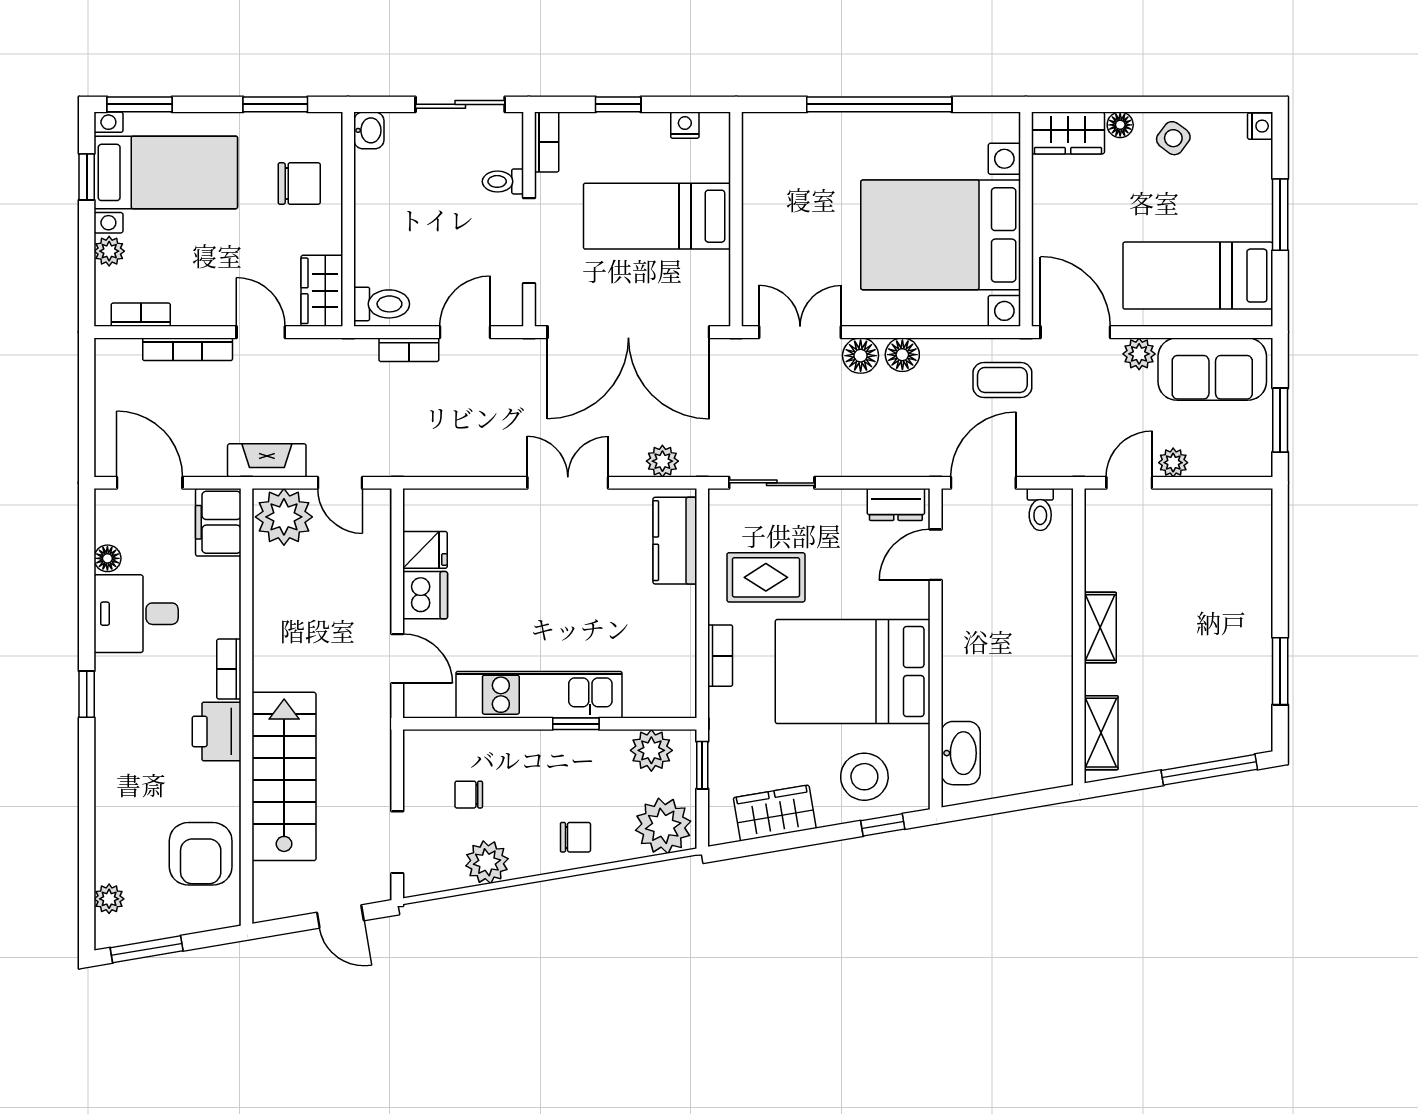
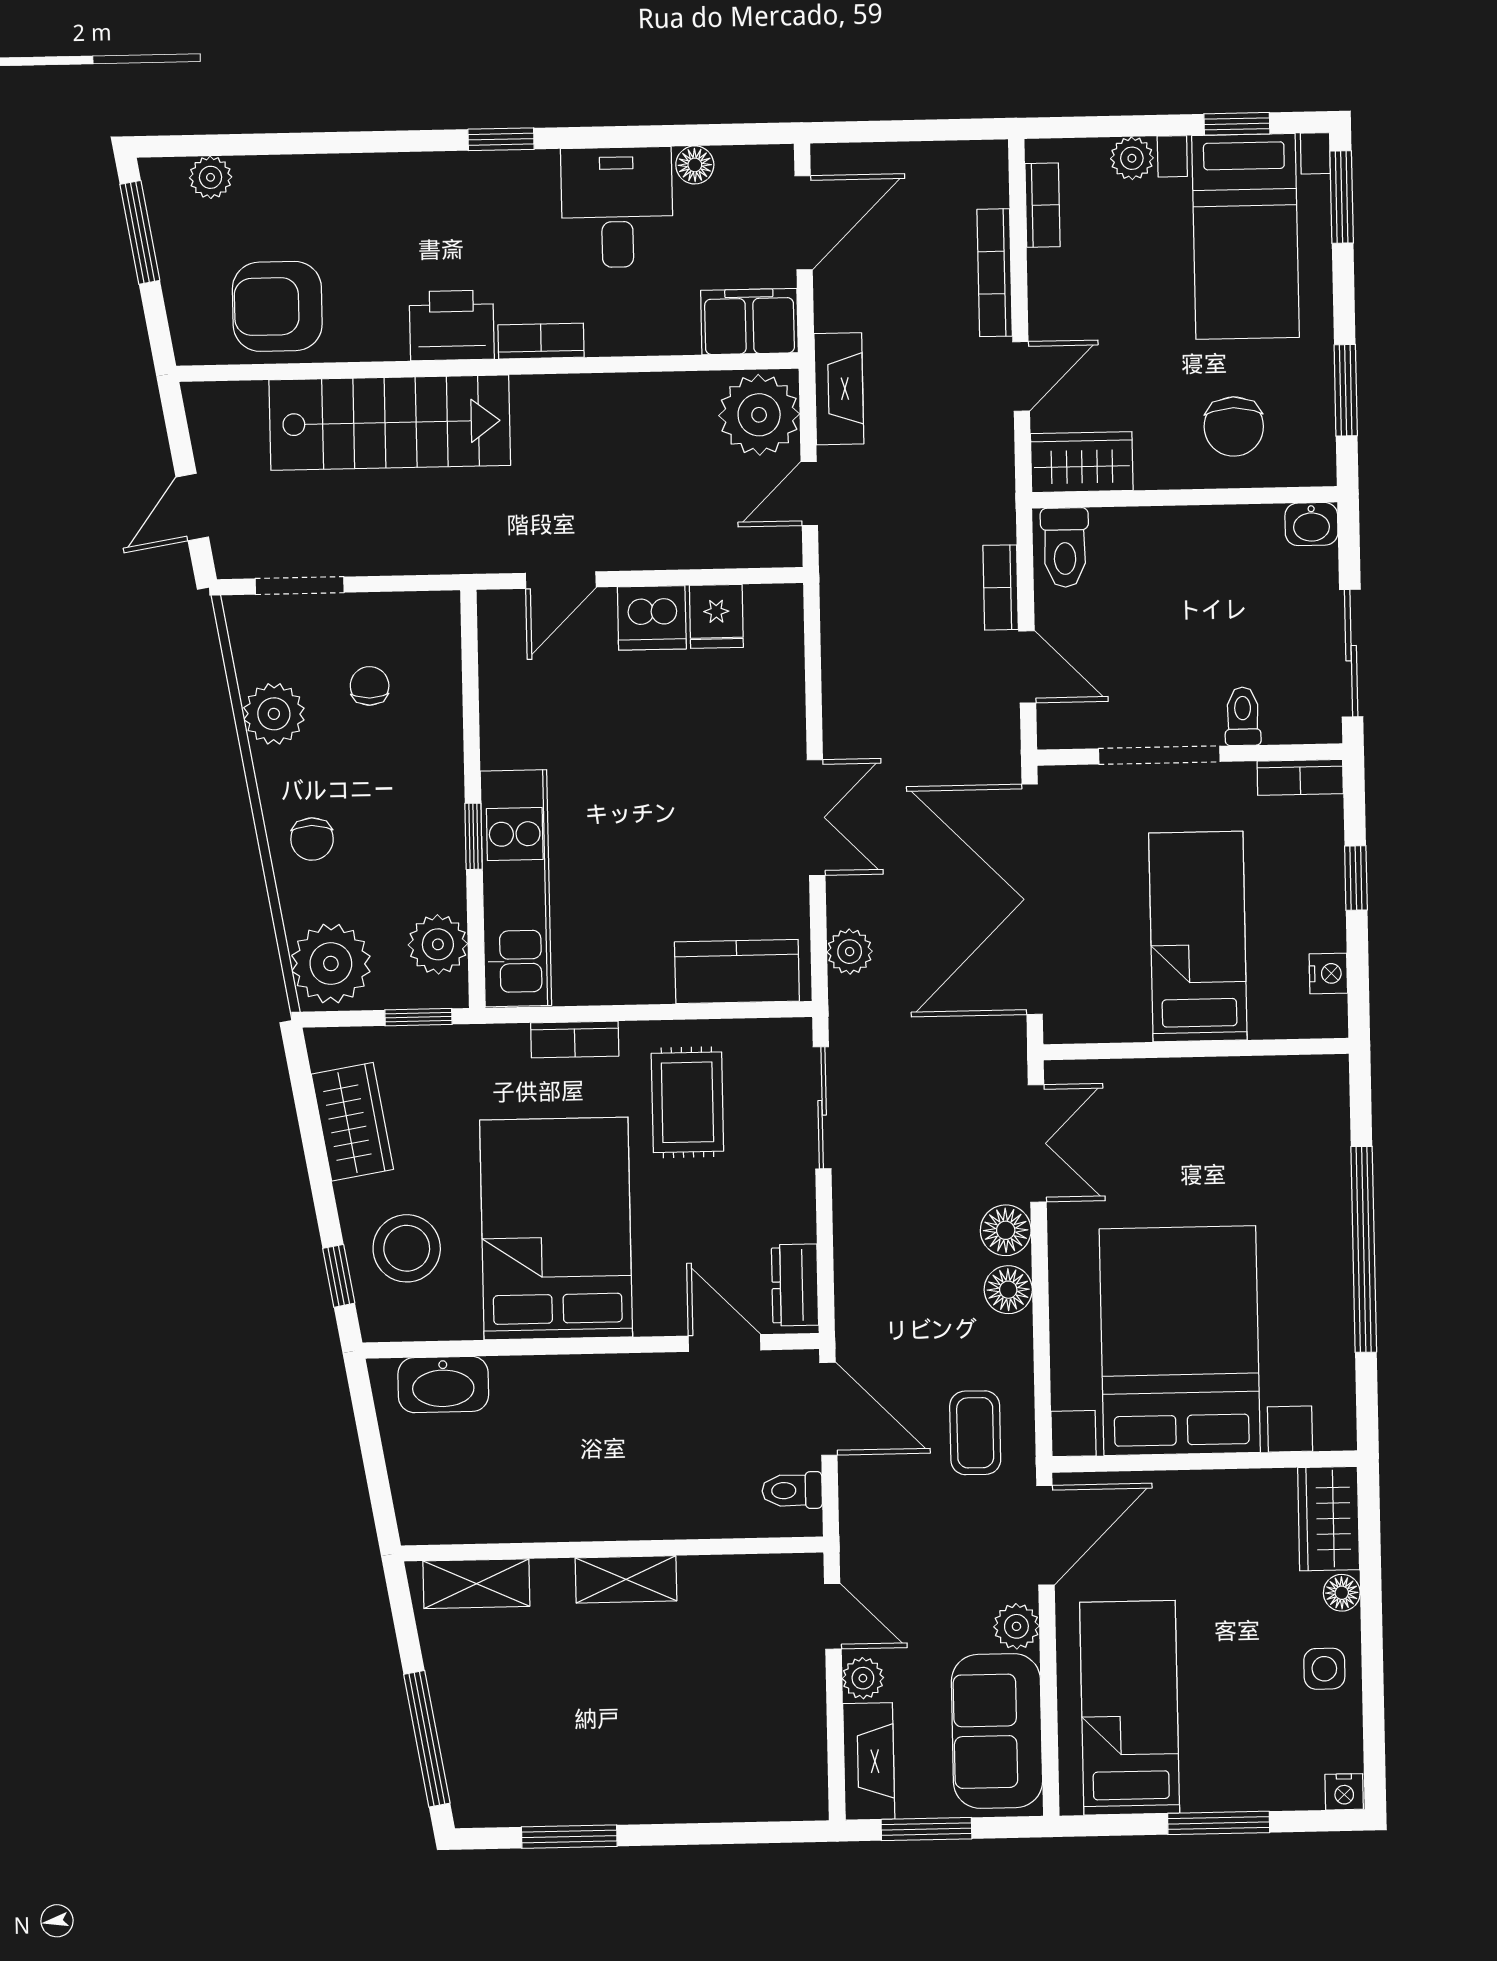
side table: (1173, 138) -> (1324, 1669), turned -37
fireplace: (1232, 460) -> (869, 1761), added
kitchen unit: (539, 695) -> (516, 888), moved

